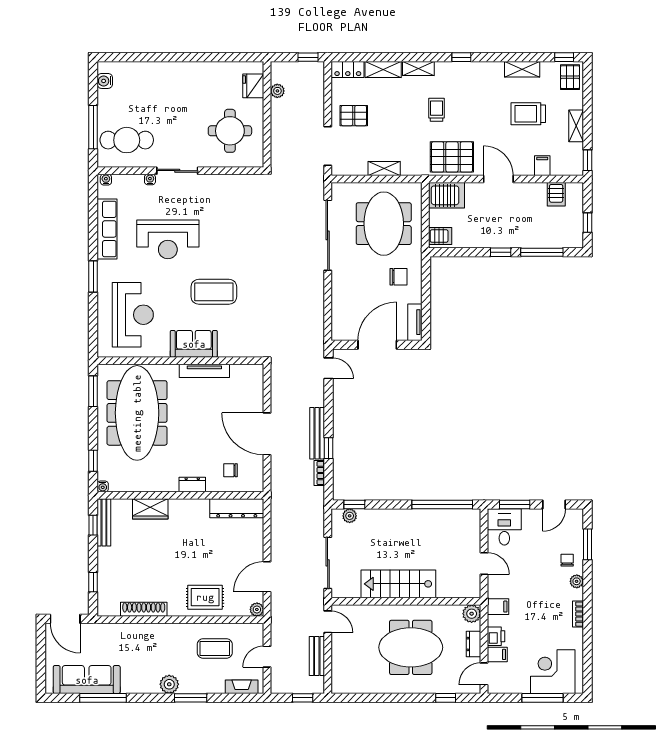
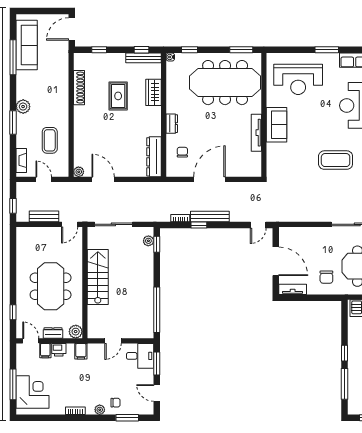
coffee table: (214, 292) -> (336, 160), moved, turned 90
rug: (205, 597) -> (118, 96), moved

